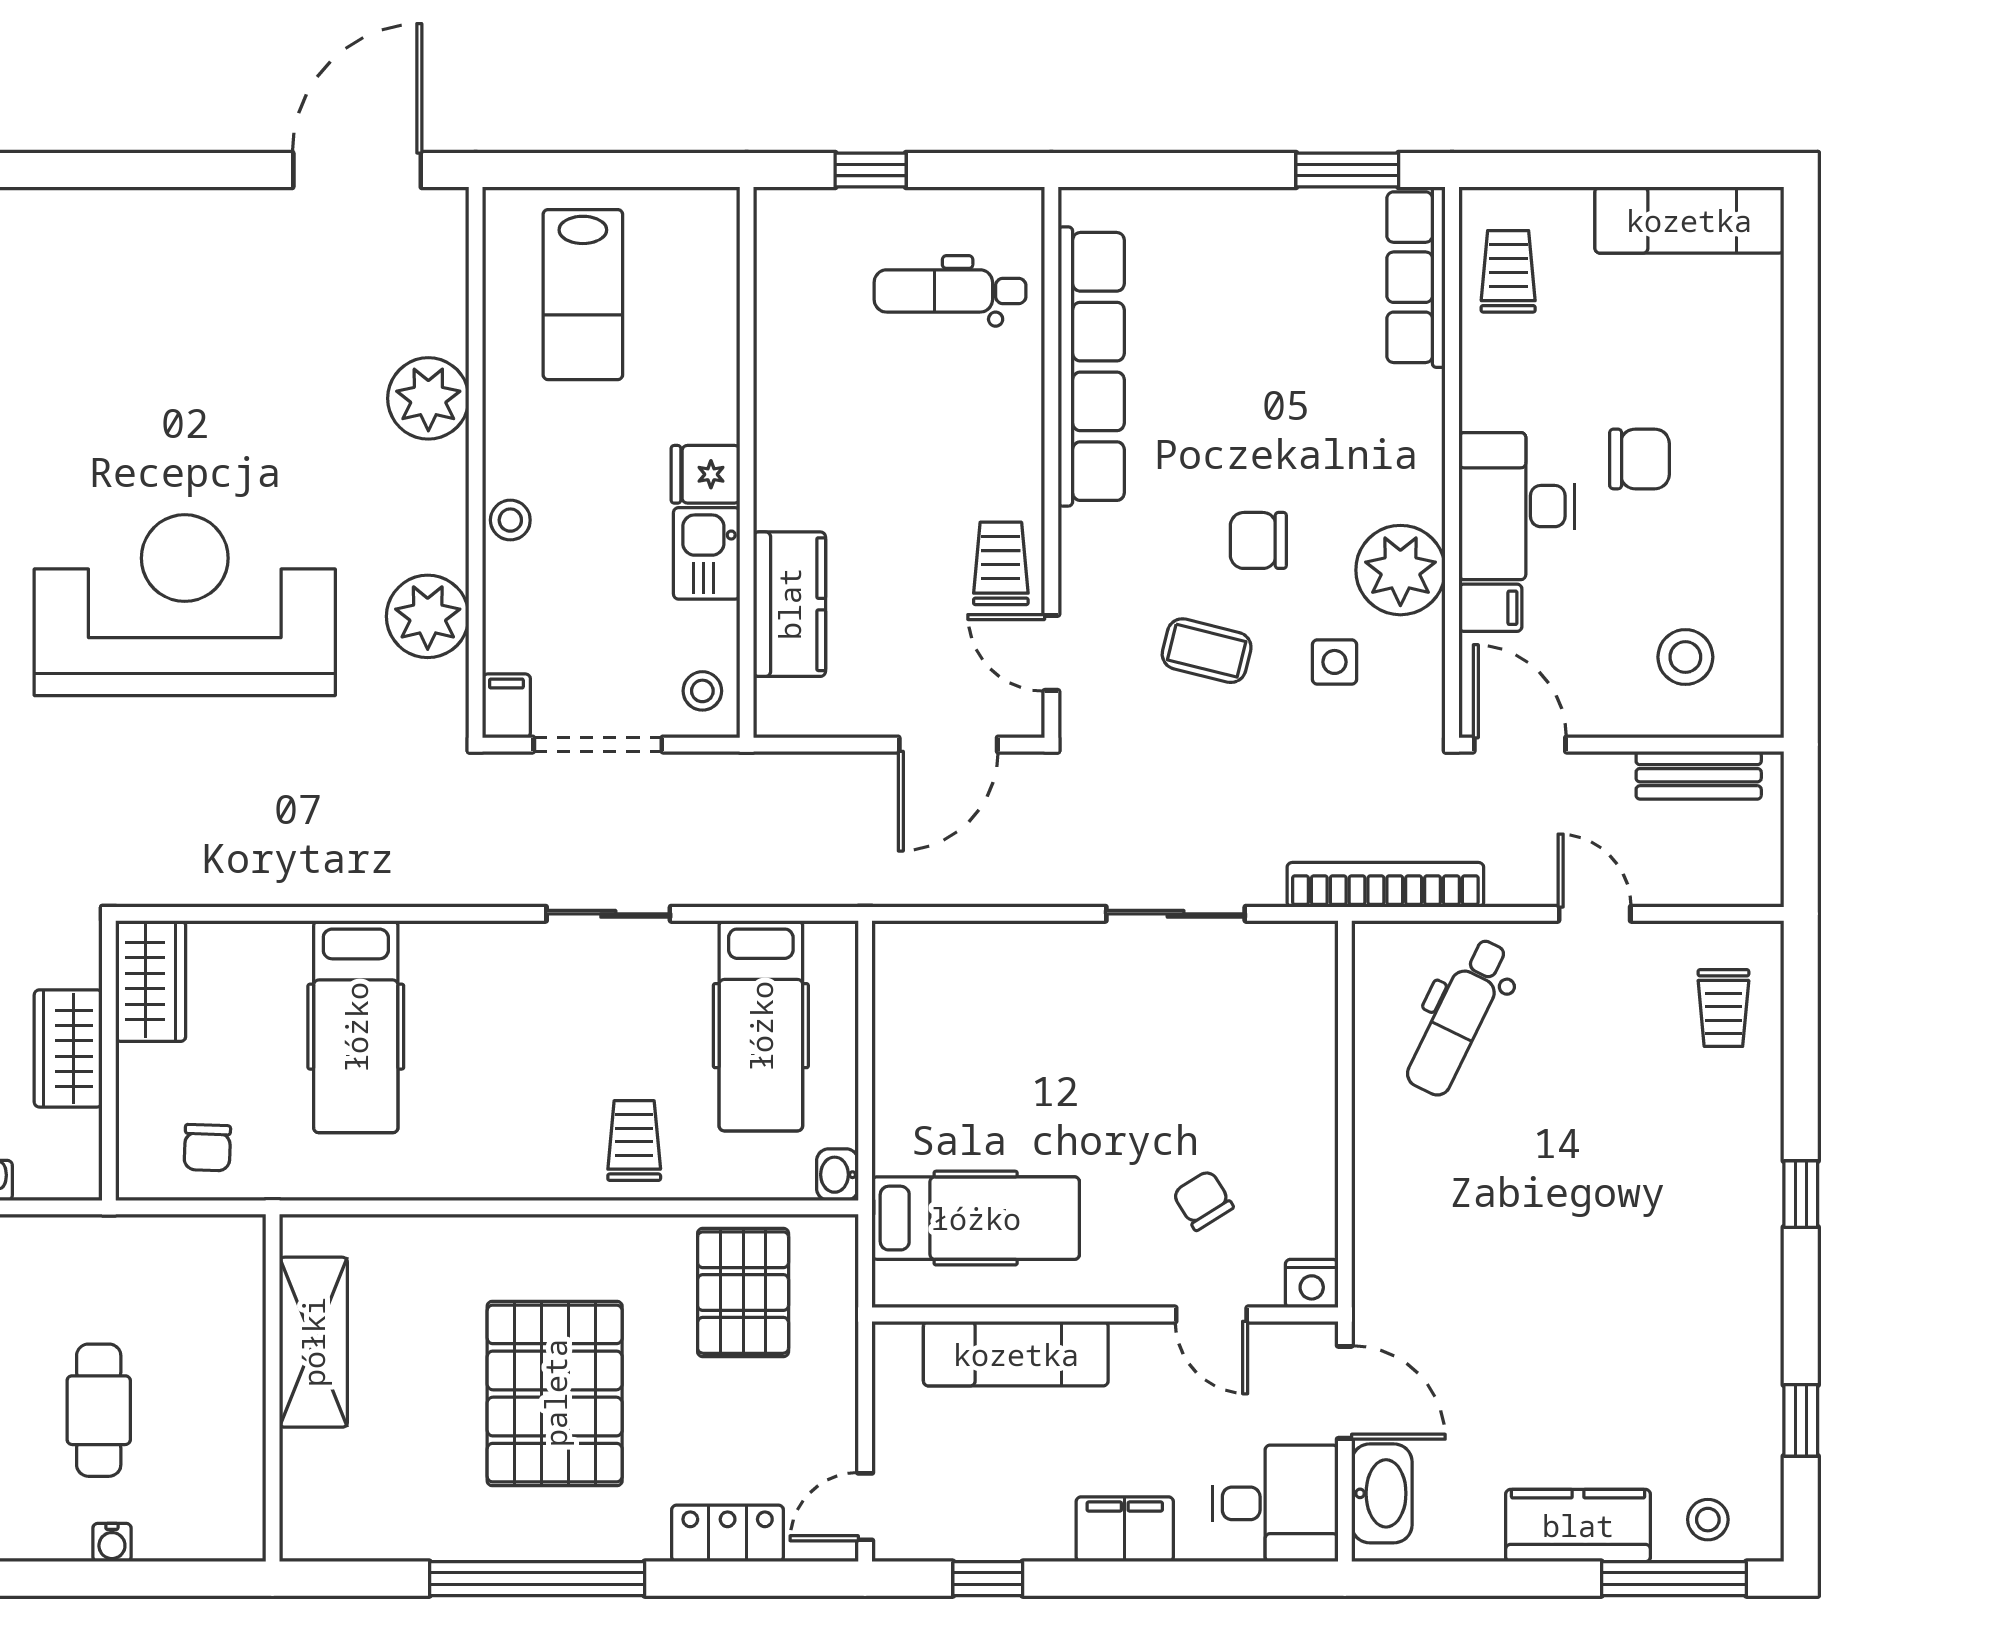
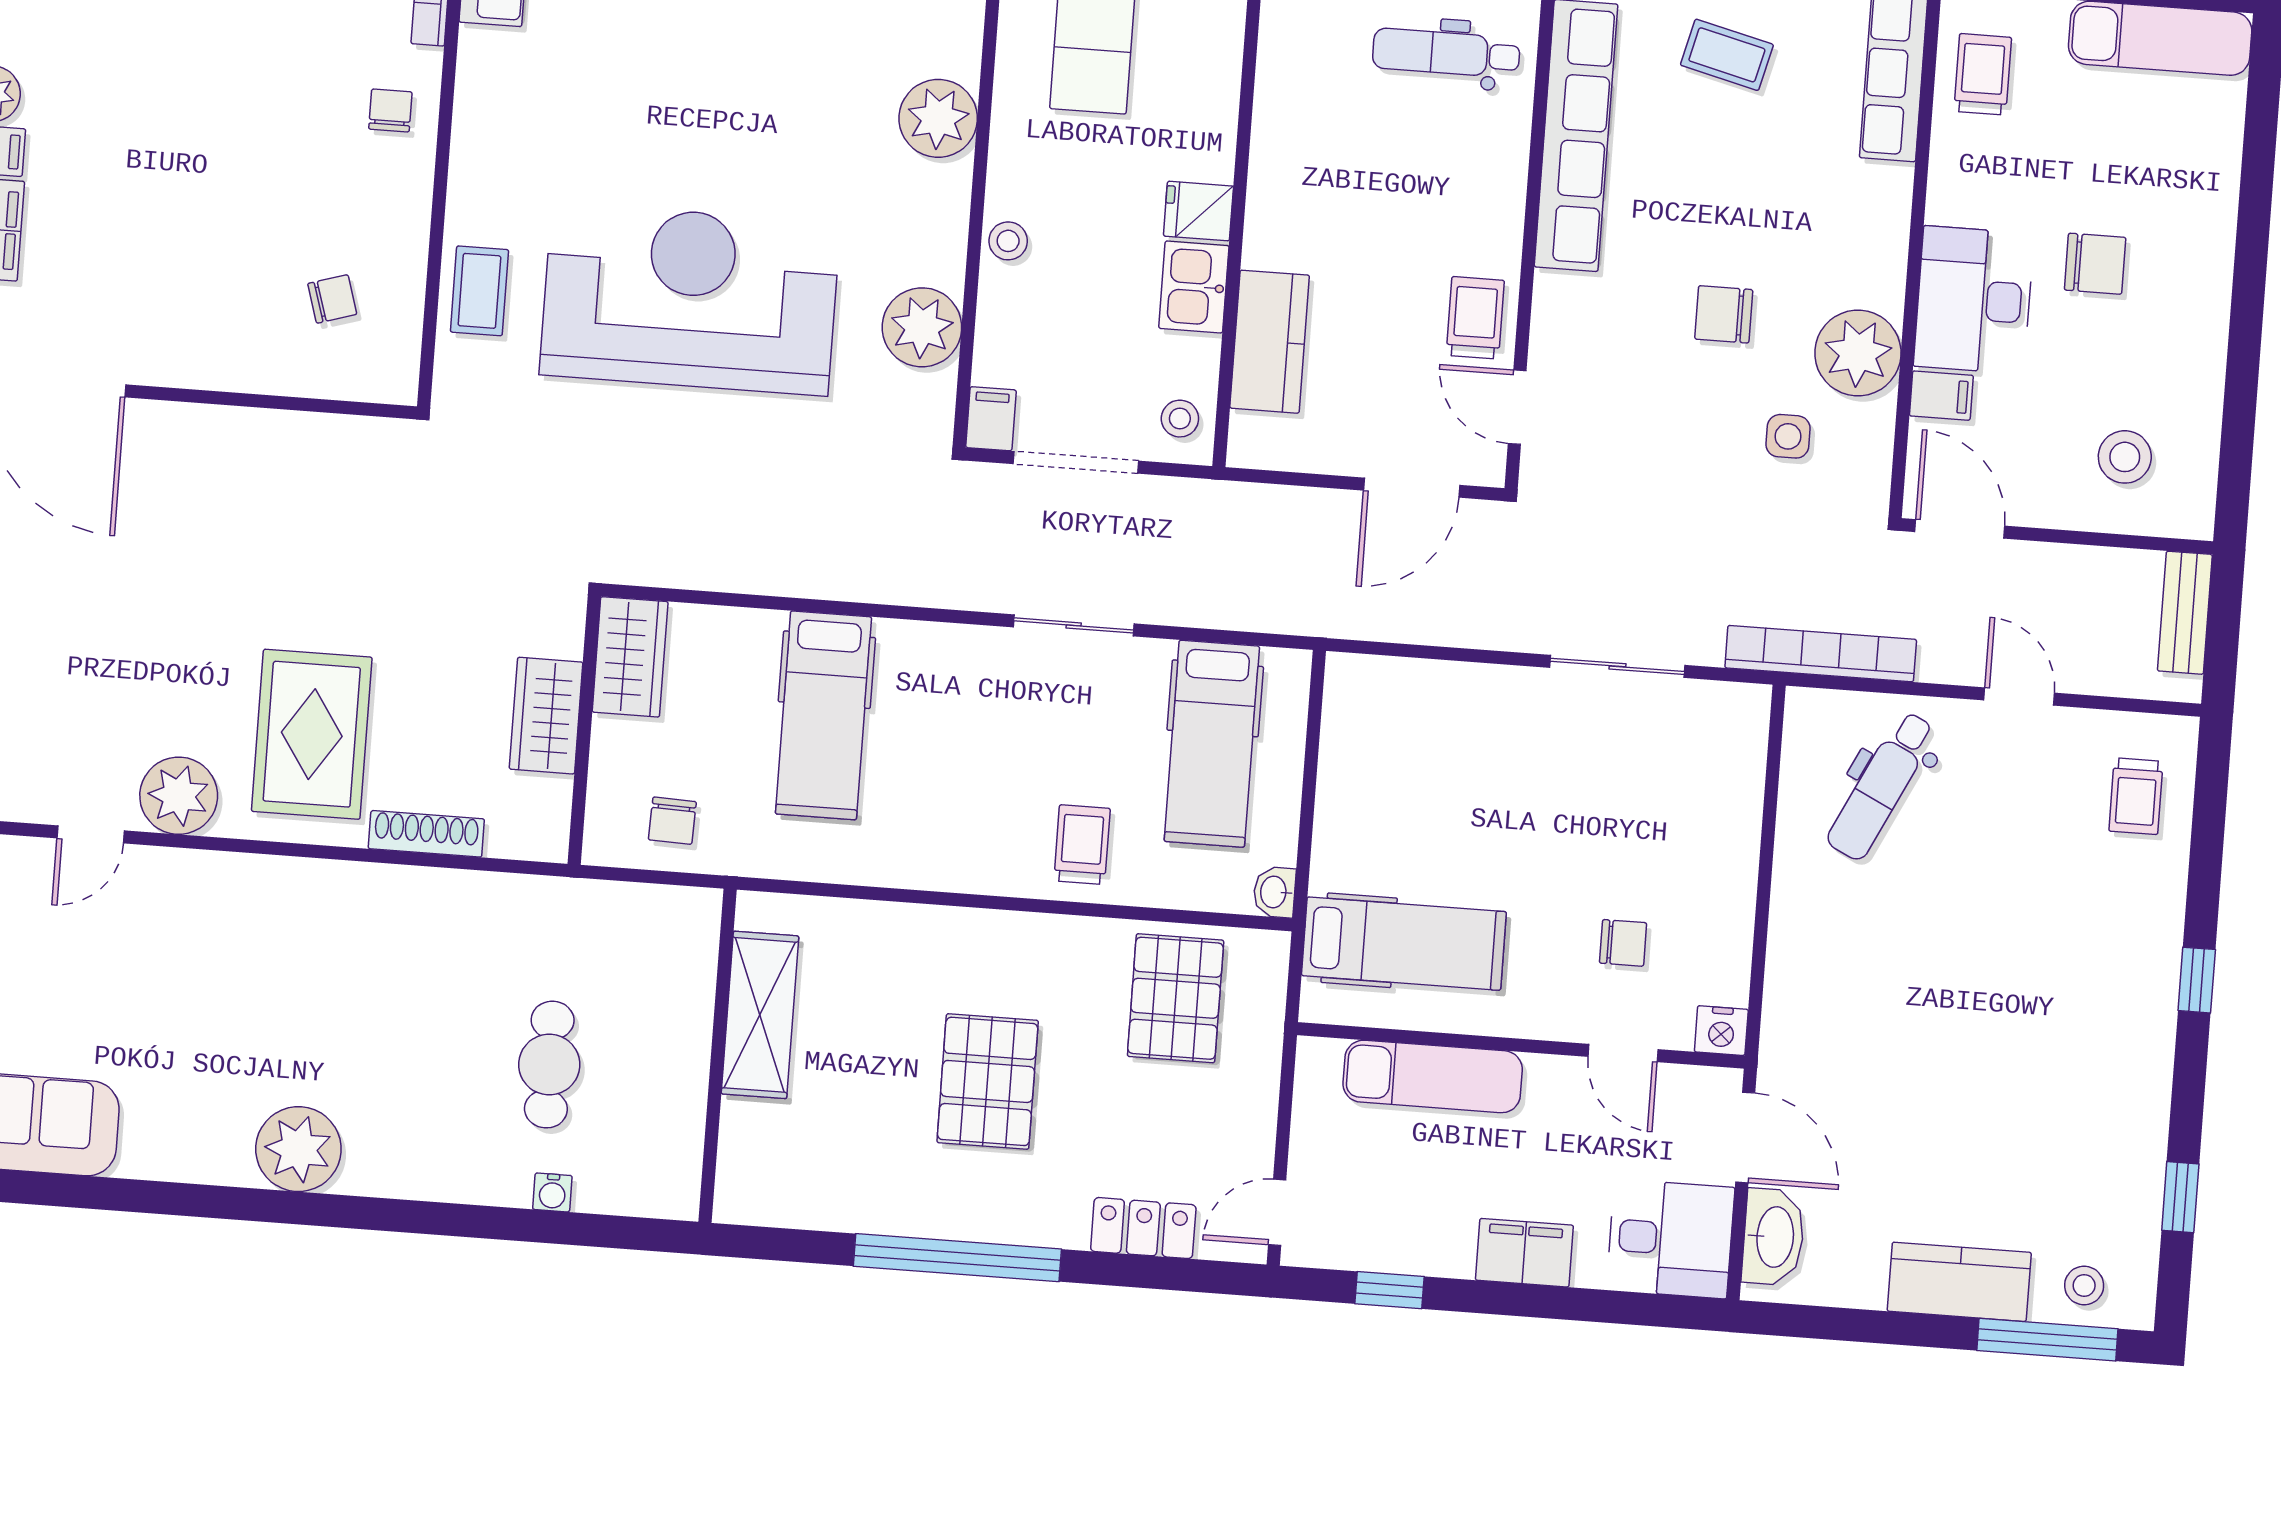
coffee table: (1207, 651) -> (1727, 55), moved
bench: (1699, 775) -> (2185, 613), moved, turned 90
chair: (1203, 1200) -> (1623, 943), turned 122
pallet: (555, 1393) -> (988, 1081), width x0.73, depth x0.71

